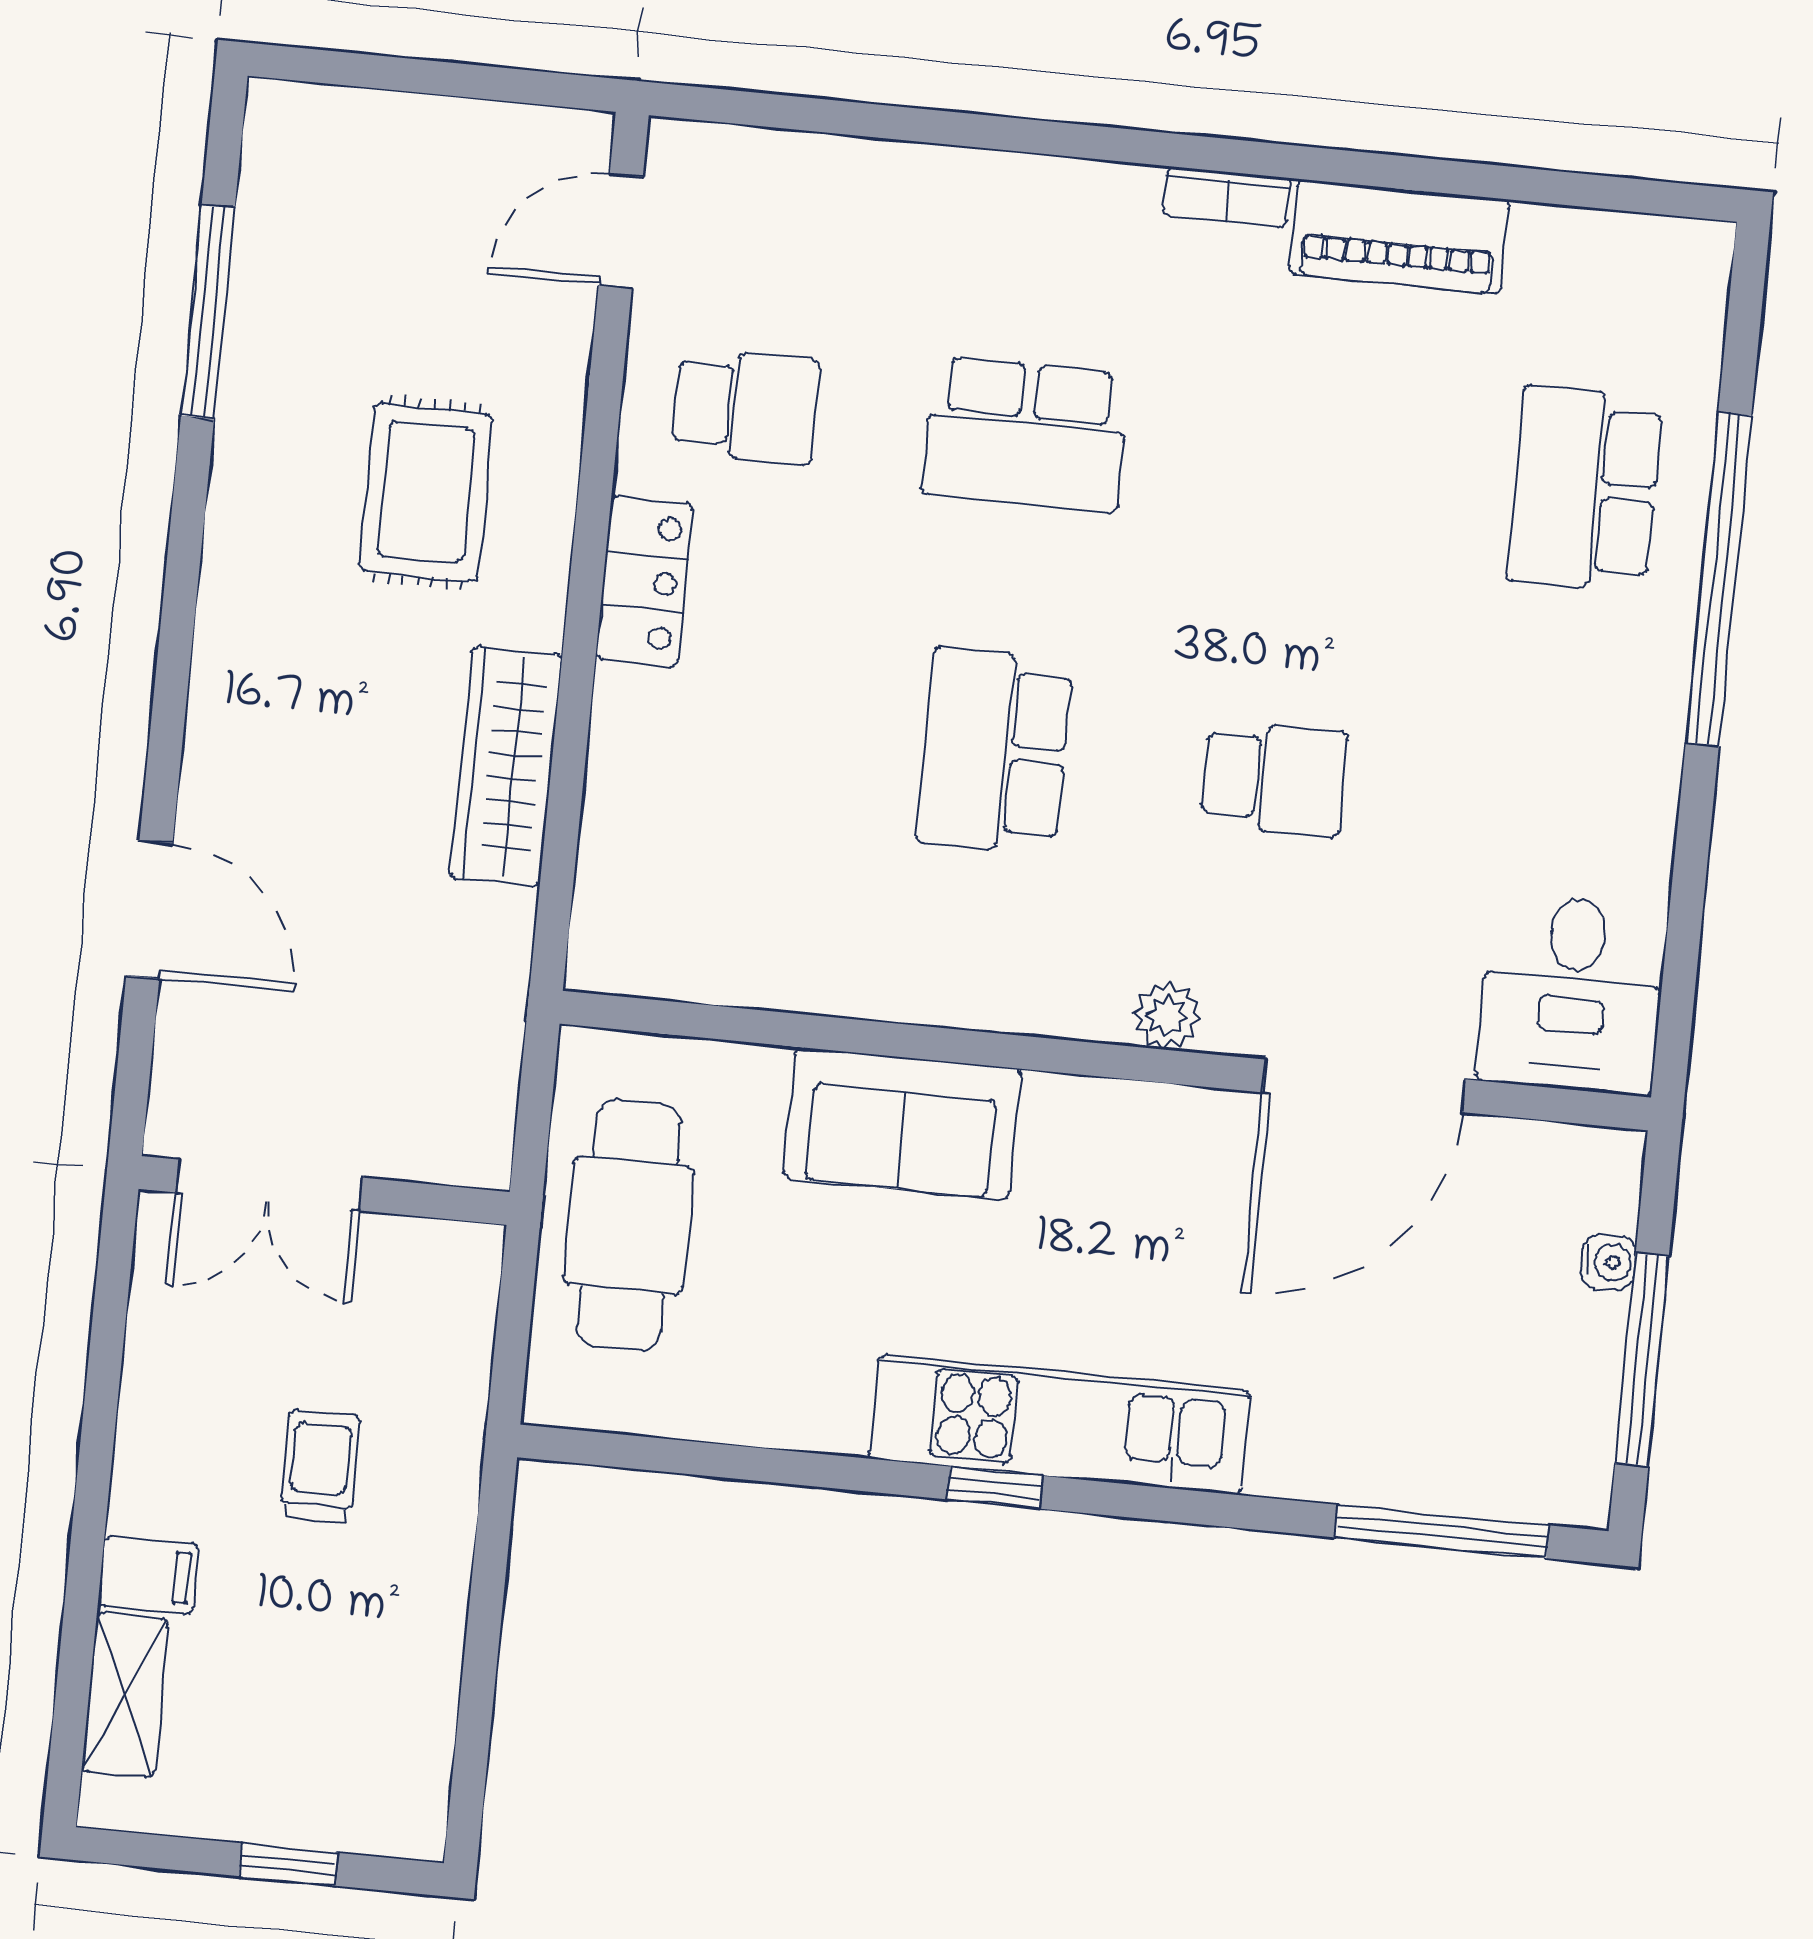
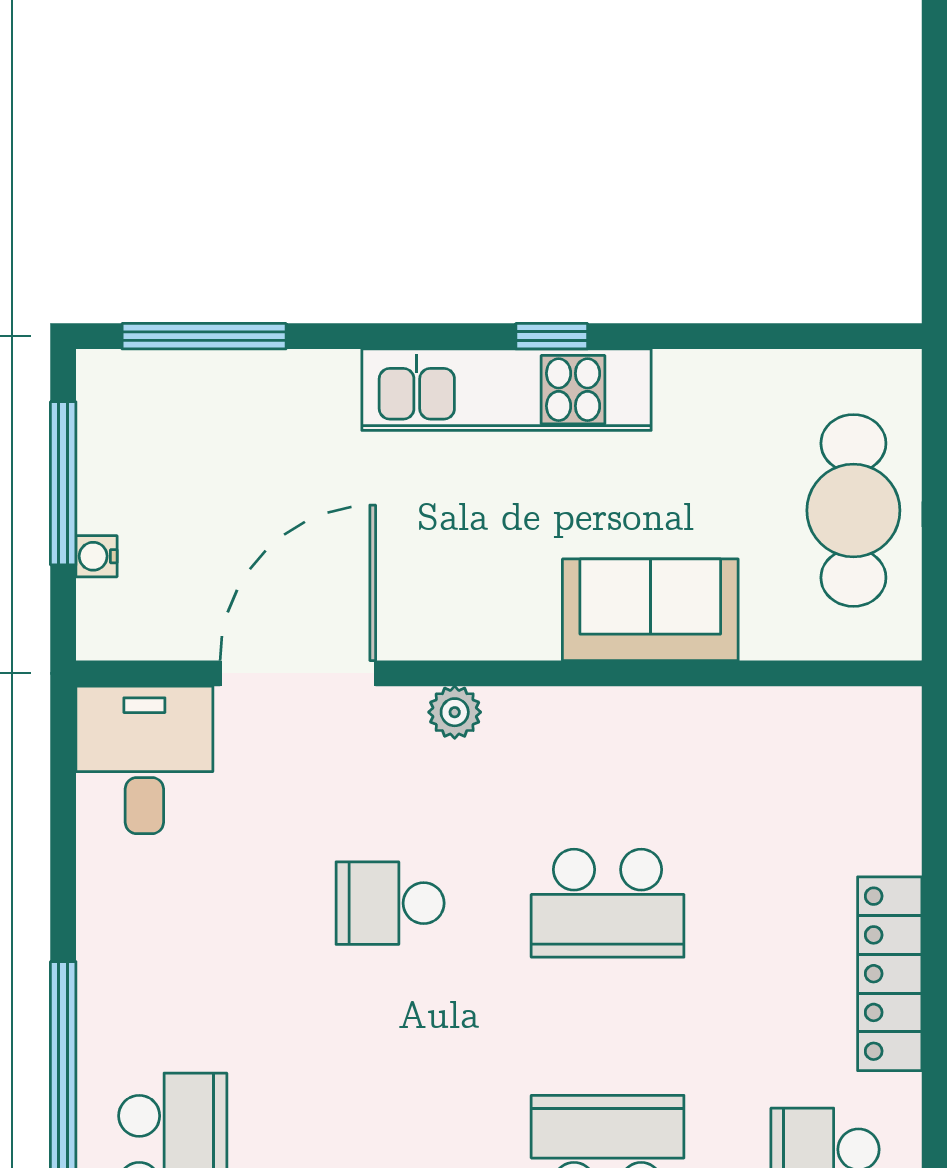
locker: (644, 582) -> (890, 974), width x1.53
school desk: (994, 751) -> (608, 903), turned 90

